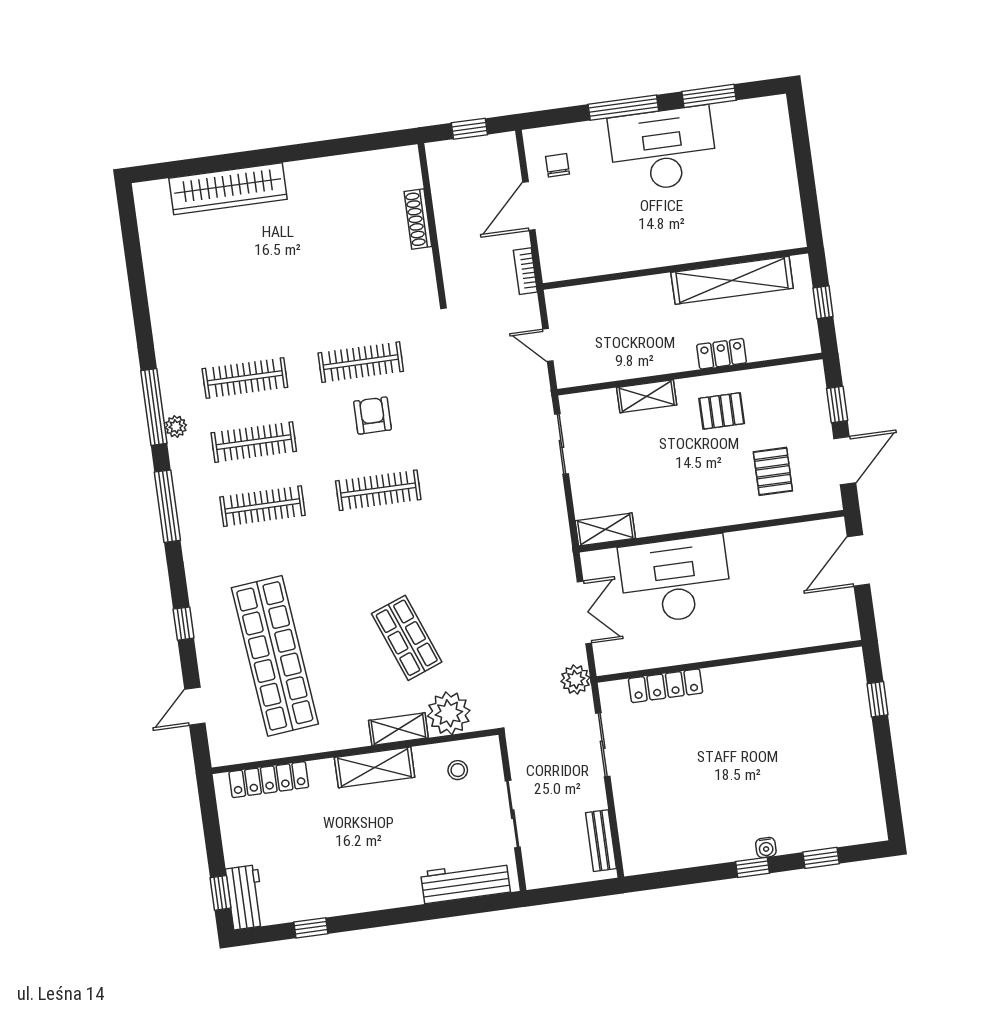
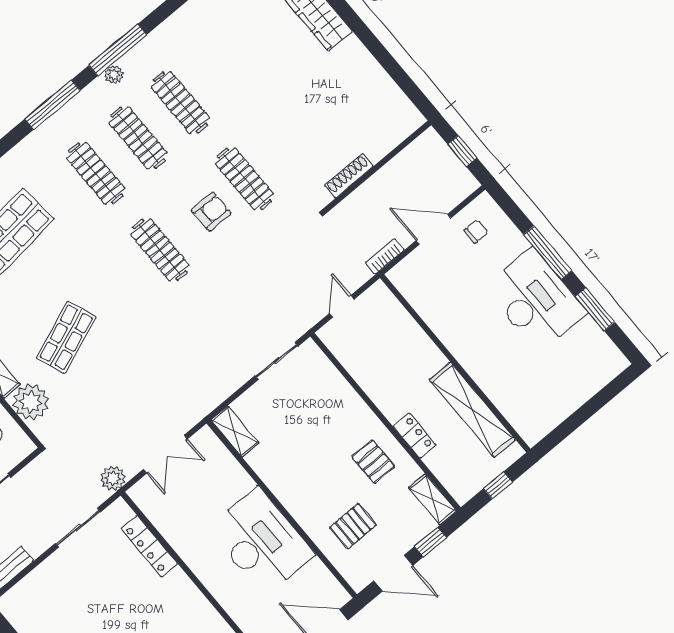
shoe rack: (418, 219) -> (349, 176), moved
shelving: (647, 396) -> (433, 499), moved
desk: (675, 580) -> (261, 542), moved

